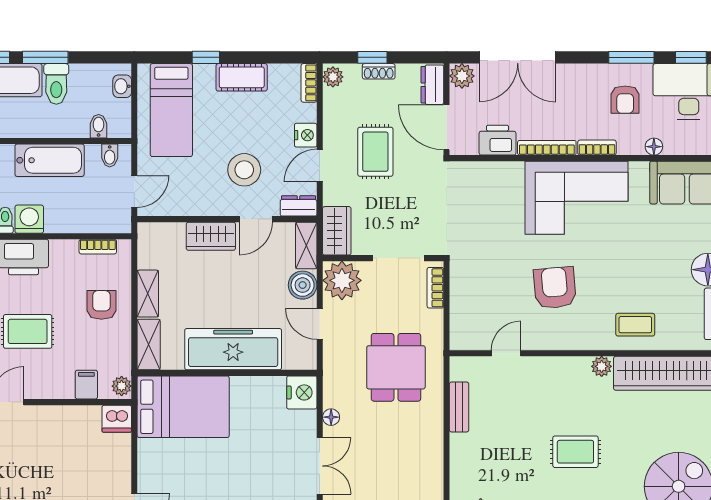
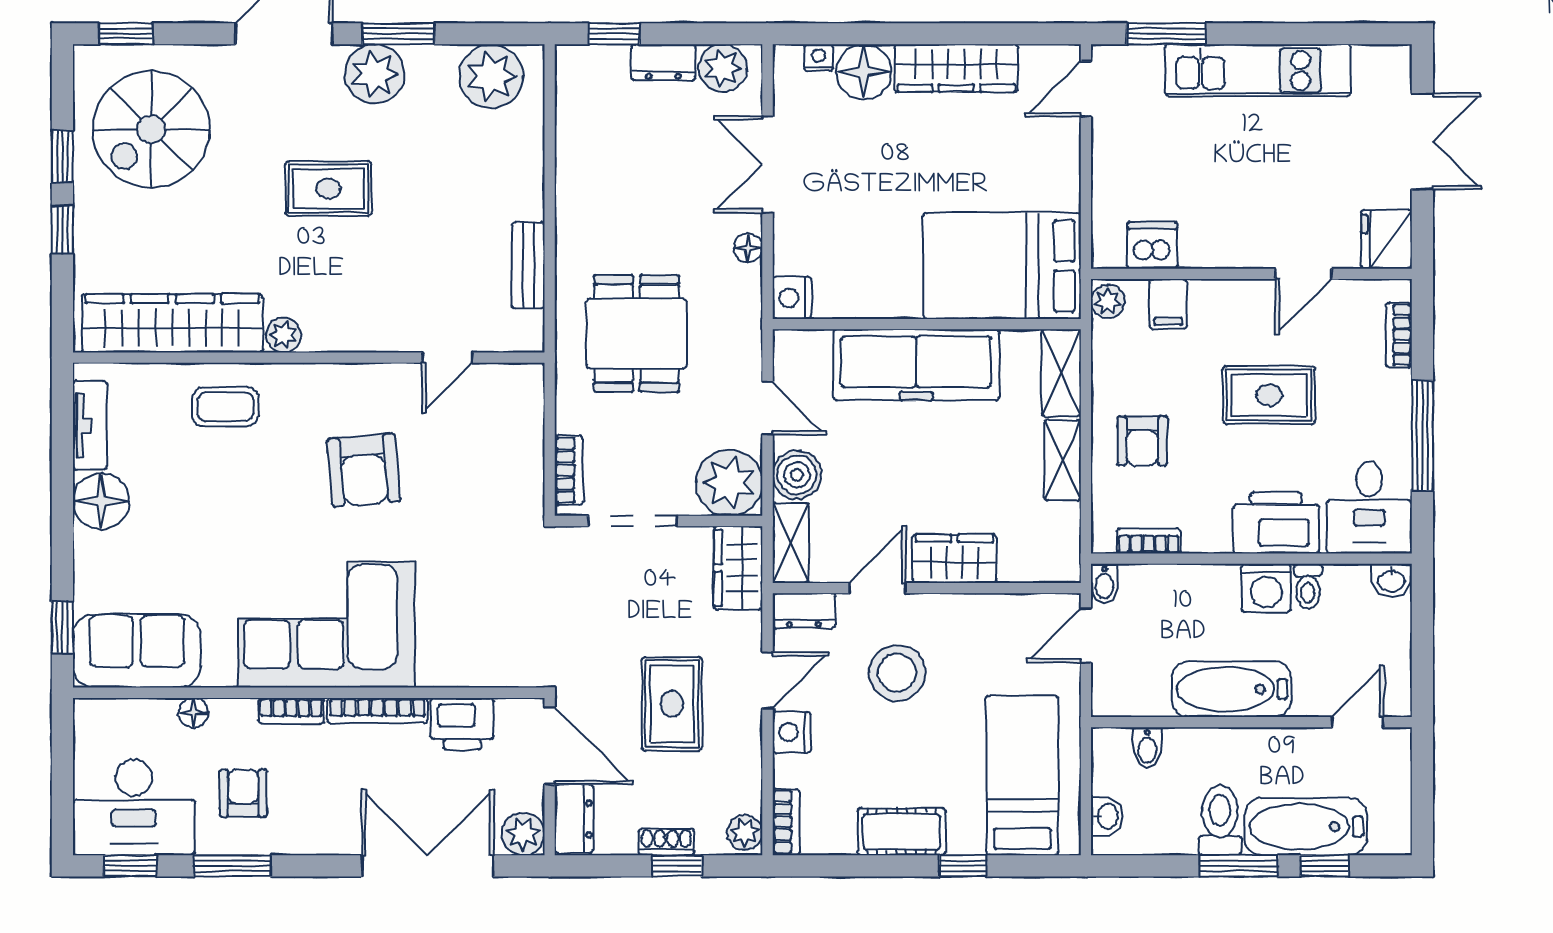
bidet: (110, 156) -> (1104, 584), moved, turned 180
nightstand: (302, 392) -> (792, 298), width x0.74, depth x0.75
dishwasher: (117, 419) -> (1152, 245), moved

